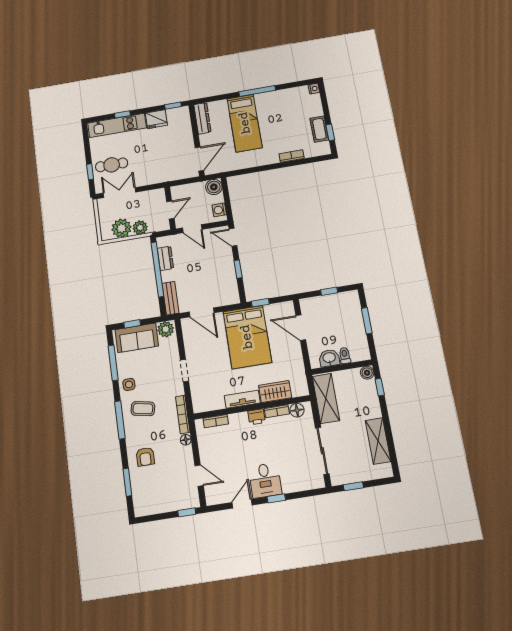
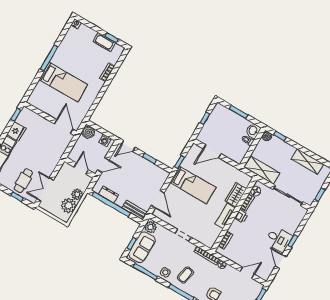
dresser: (202, 118) -> (39, 104), removed
door: (202, 312) -> (158, 199), hinge flipped
bed: (247, 337) -> (193, 185), width x0.67
washbasin: (329, 358) -> (253, 131), moved

